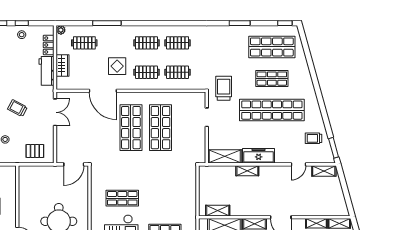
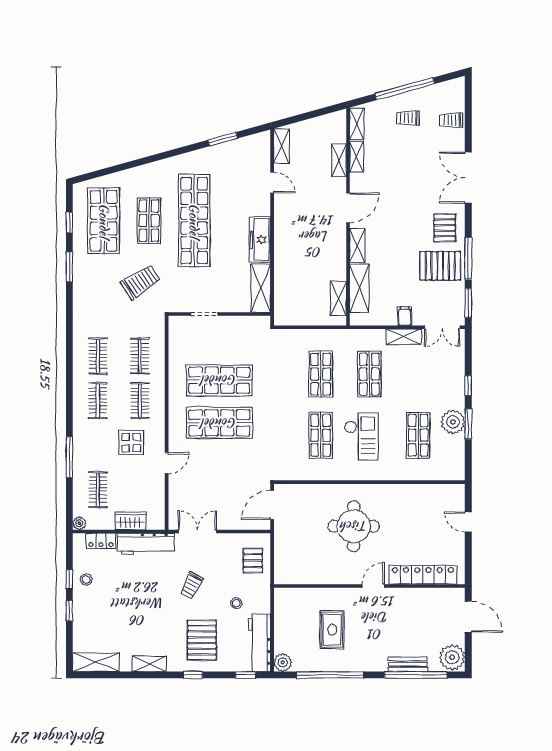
window: (285, 23) -> (69, 223), moved
workbench: (46, 71) -> (146, 544), width x1.38
trolley: (224, 88) -> (141, 282), moved, turned 147
door: (103, 91) -> (167, 463), width x0.53
trolley: (313, 138) -> (235, 161), removed
window: (334, 148) -> (223, 139), moved
door: (74, 164) -> (272, 505), swing flipped
shelving: (247, 171) -> (339, 160), moved
shop shelf: (165, 198) -> (321, 374), added

